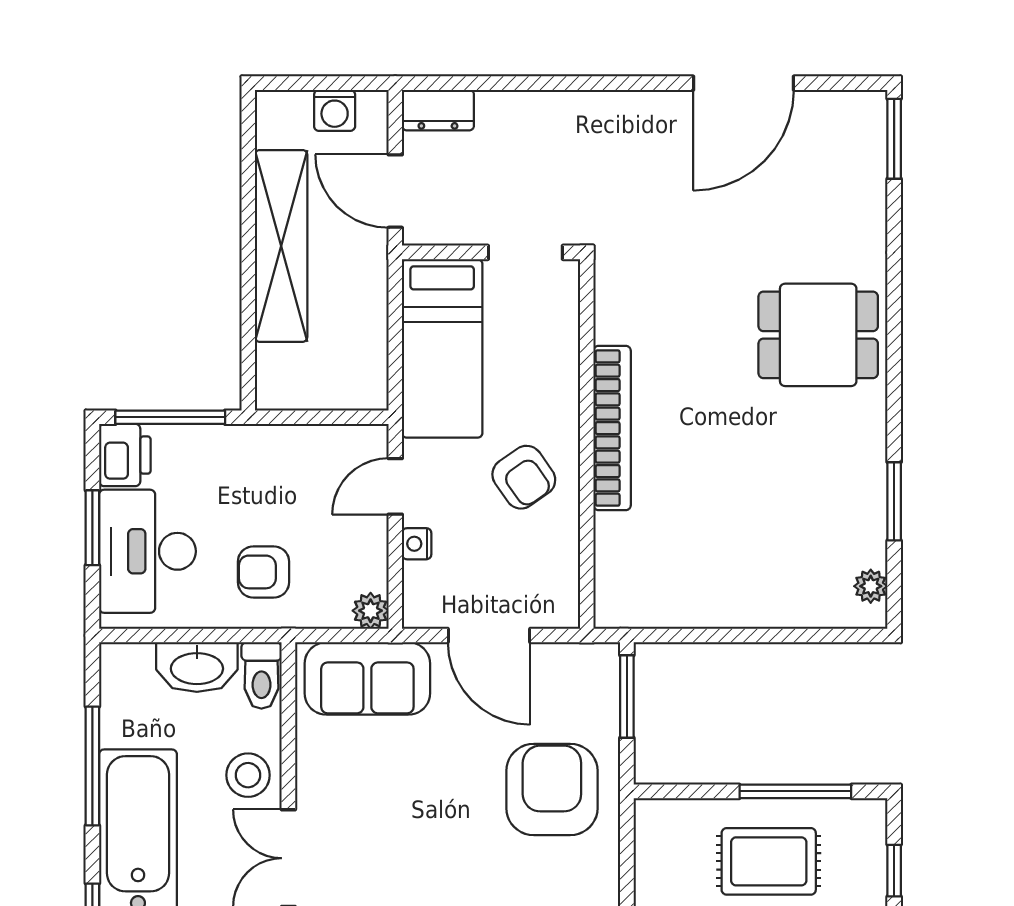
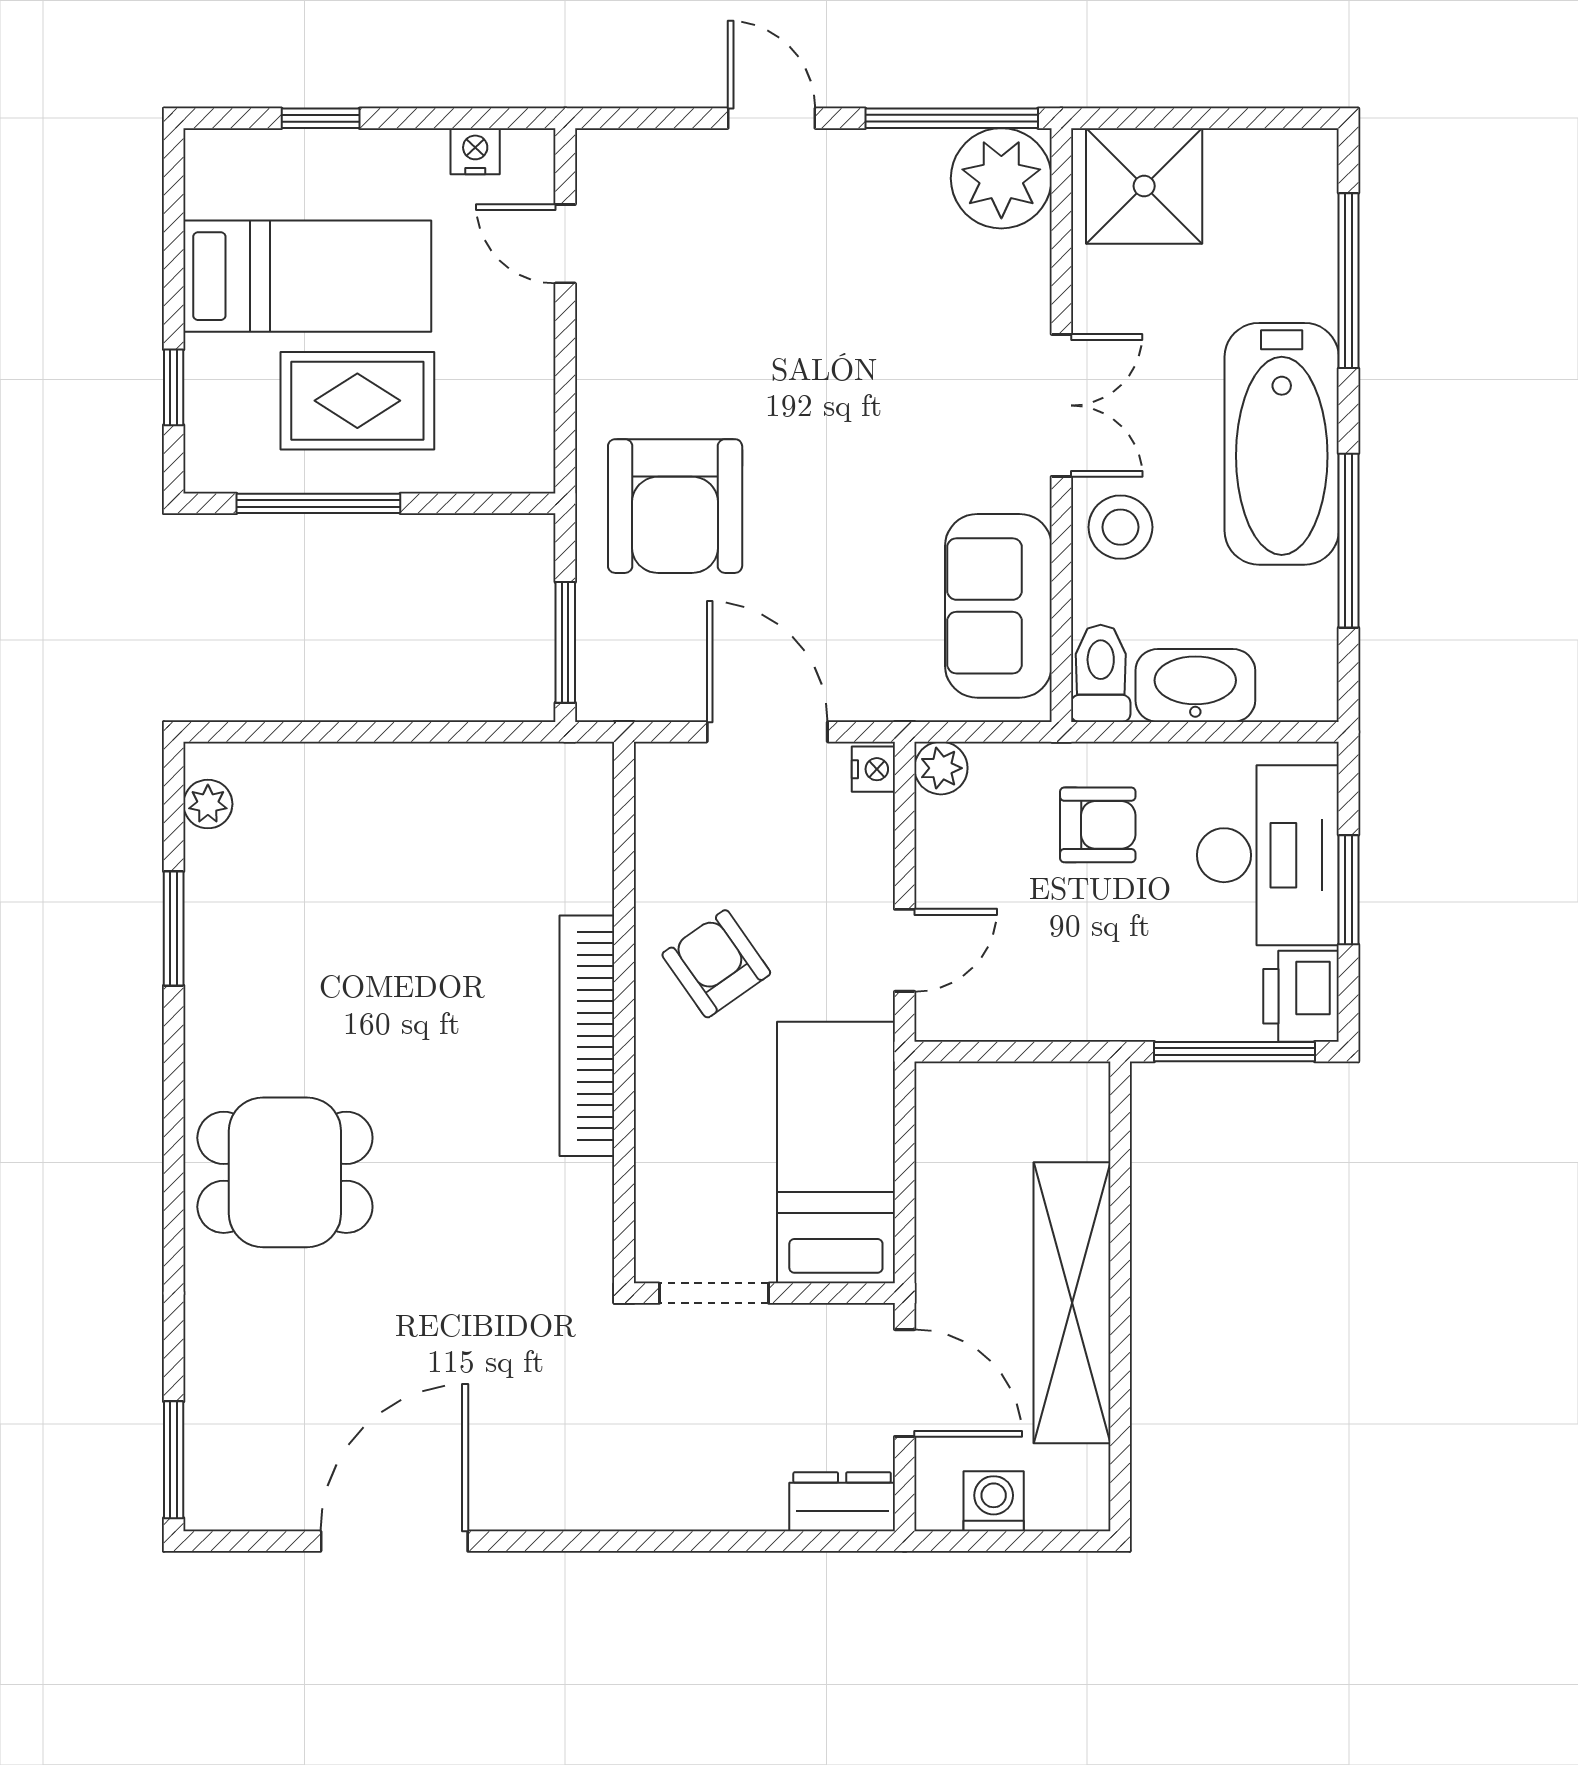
nightstand: (417, 544) -> (873, 769), moved
sofa: (367, 678) -> (998, 606), moved, turned -90

